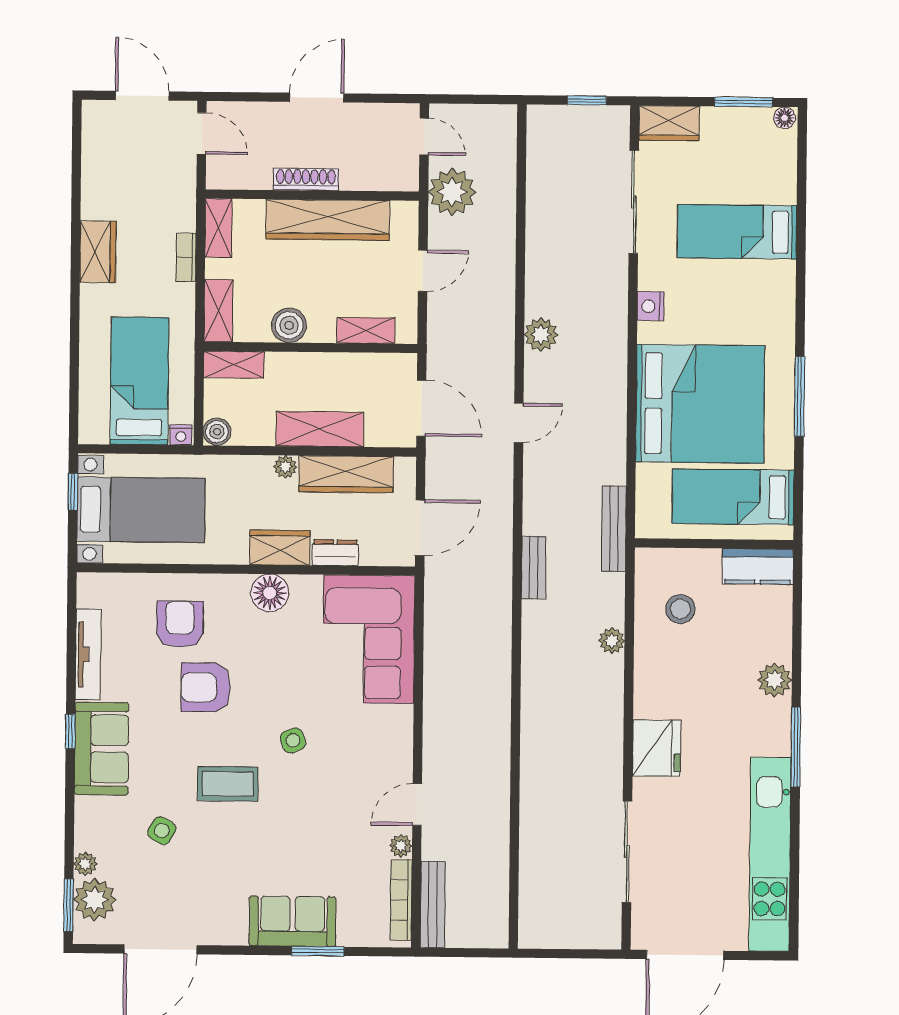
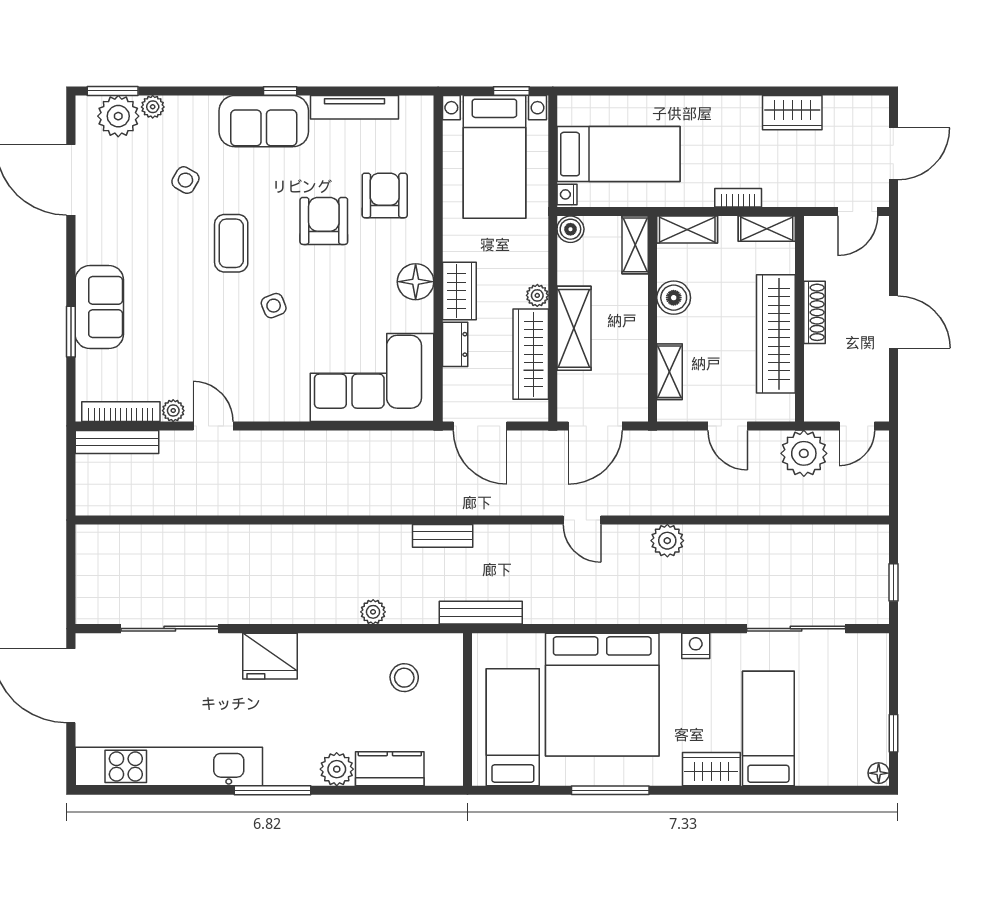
window: (743, 102) -> (893, 733), width x0.67
wardrobe: (669, 123) -> (711, 769), moved, turned 90
wardrobe: (98, 252) -> (792, 113), moved
kitchen counter: (758, 566) -> (390, 769), moved, turned 90
armchair: (180, 624) -> (385, 195), turned -90

